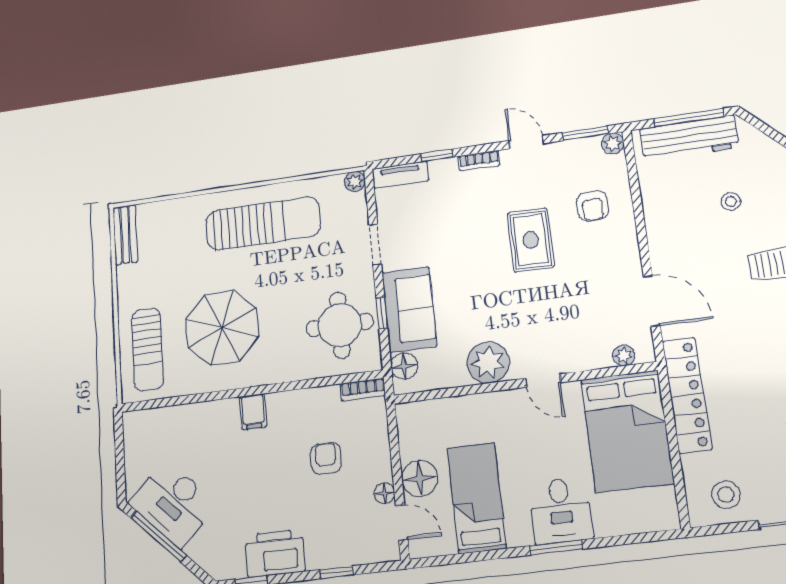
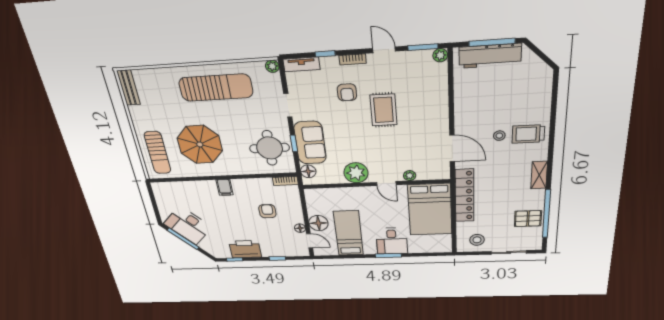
stool: (731, 201) -> (499, 136), moved
armchair: (592, 206) -> (347, 92), moved
plant: (624, 355) -> (410, 176), moved

